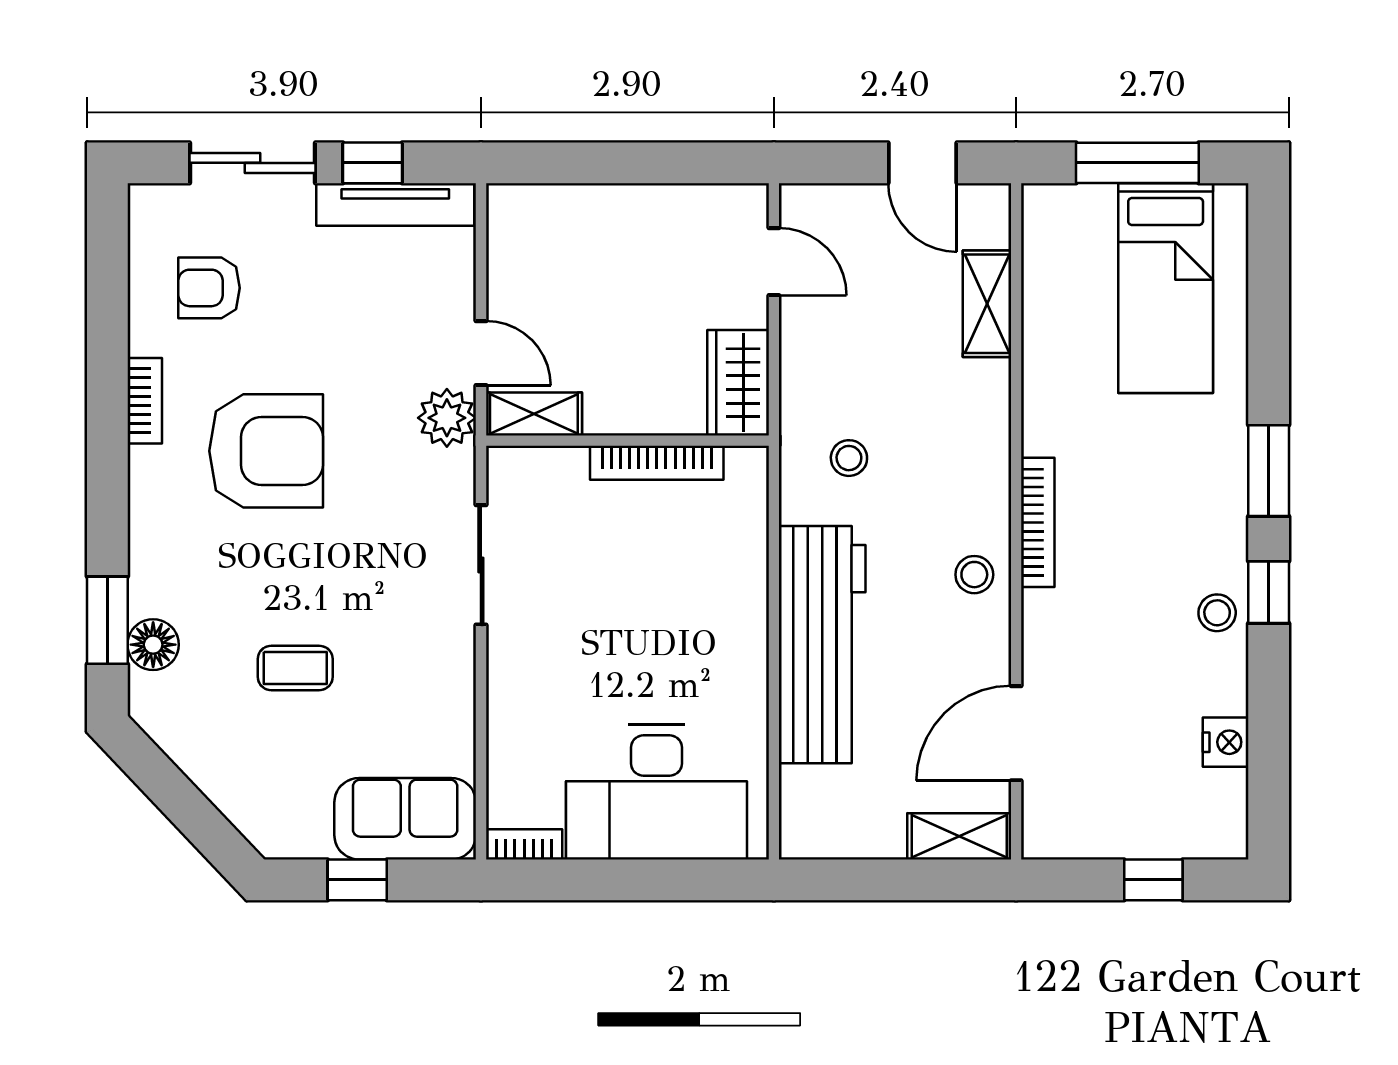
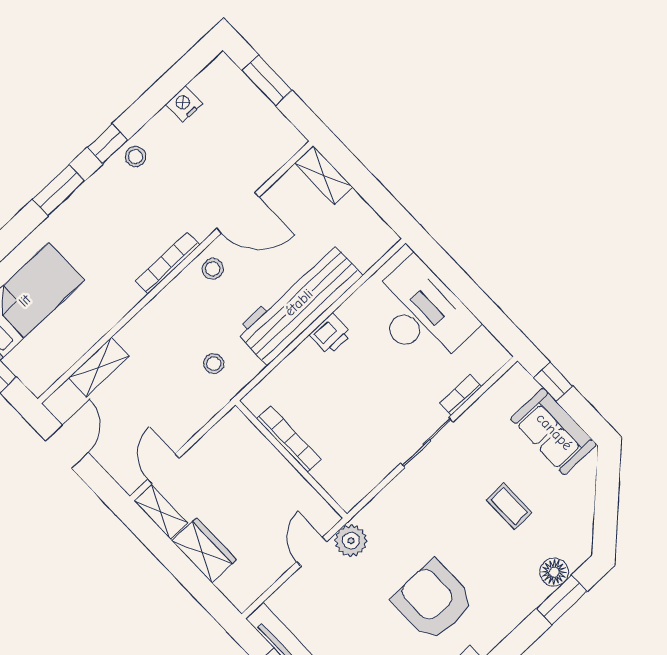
wardrobe: (738, 383) -> (204, 550), moved, turned -90
shelving: (534, 414) -> (161, 512), moved
sliding door: (481, 565) -> (427, 442), moved
printer: (742, 648) -> (331, 334), added
door: (1016, 733) -> (238, 213), moved
sofa: (405, 819) -> (554, 432), moved
bookcase: (524, 844) -> (461, 395), moved, turned 90
window: (357, 880) -> (553, 382), moved
window: (1153, 880) -> (267, 80), width x1.50

